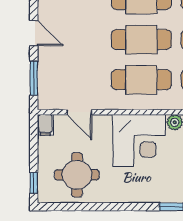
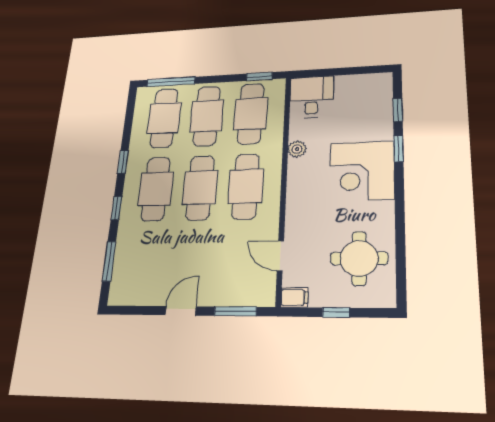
door: (79, 112) -> (280, 256), swing flipped
corner desk: (139, 141) -> (362, 171), moved, turned 180
window: (34, 183) -> (336, 312), moved

